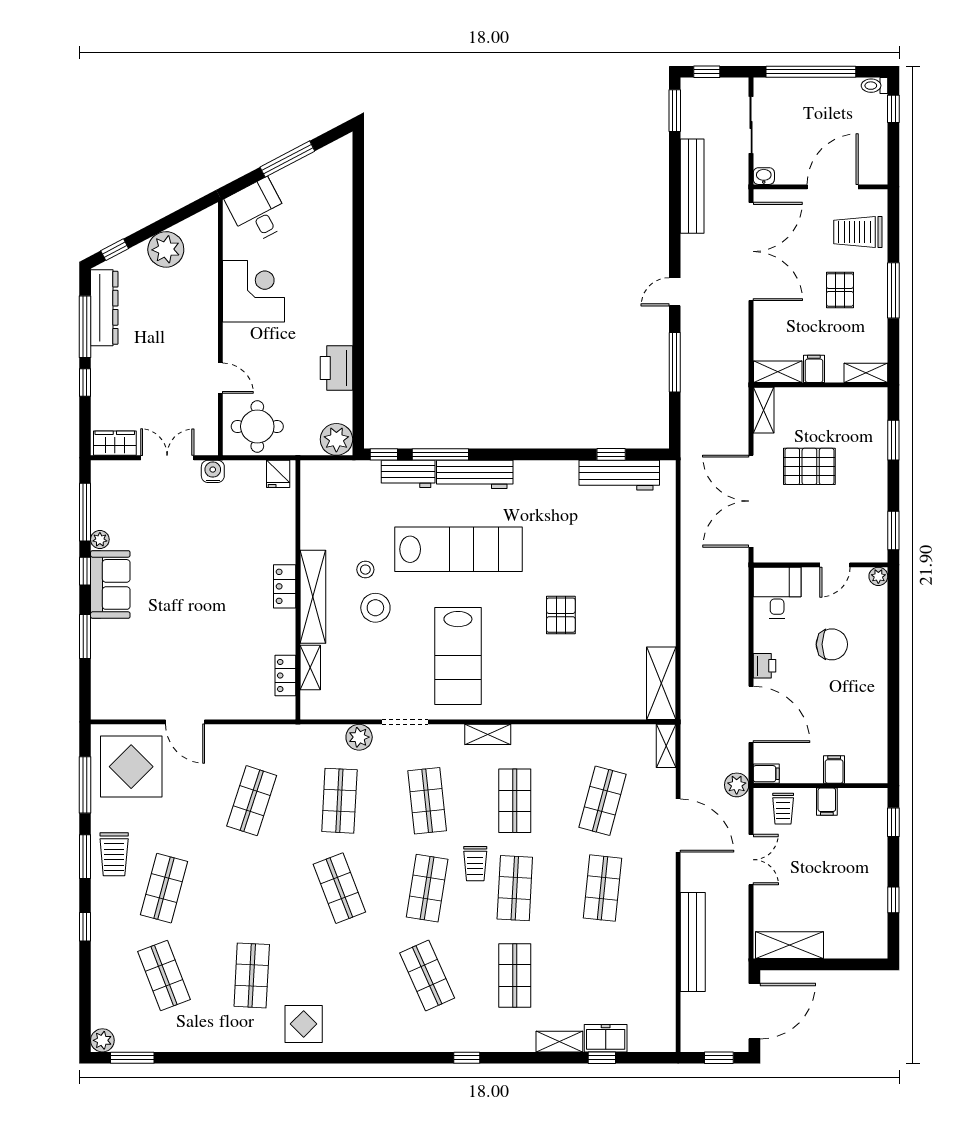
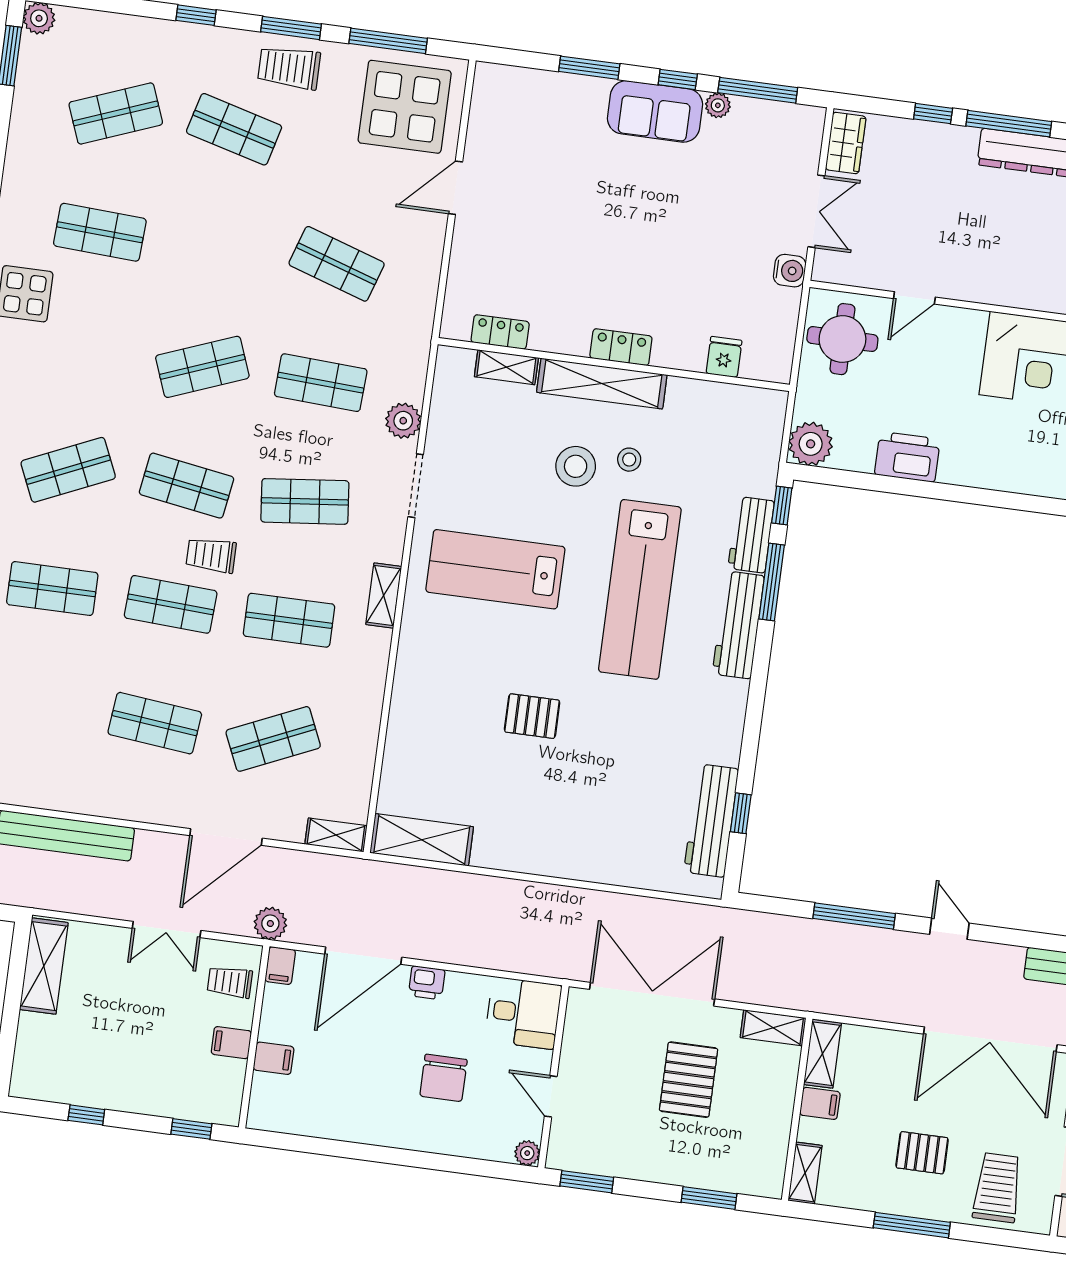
fridge: (278, 474) -> (724, 357), moved, turned 90
shop shelf: (603, 801) -> (273, 739), turned -39

